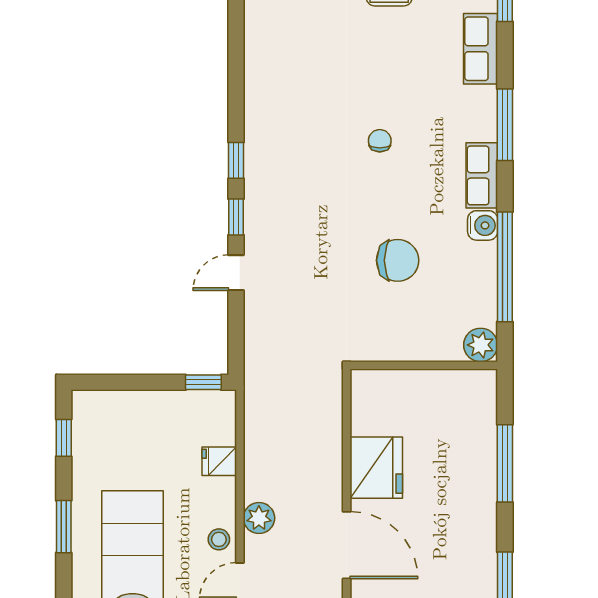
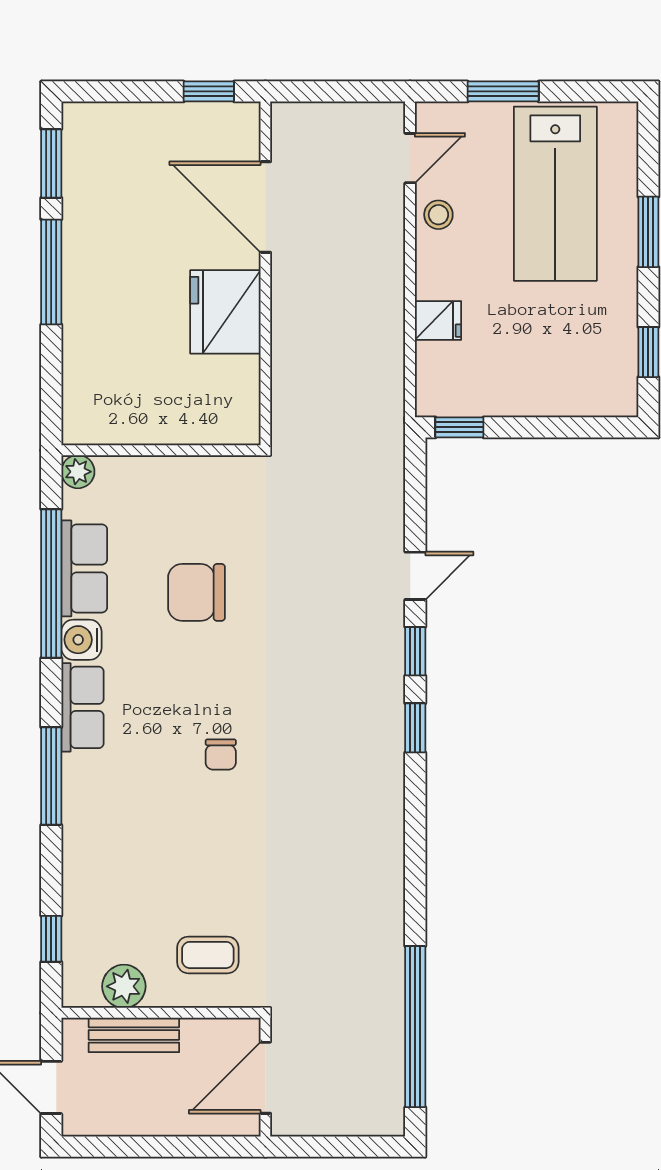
row of seats: (481, 49) -> (84, 568), moved
plant: (481, 345) -> (78, 472), width x0.73, depth x0.73
window: (505, 463) -> (51, 272), moved
plant: (259, 518) -> (384, 244), removed

